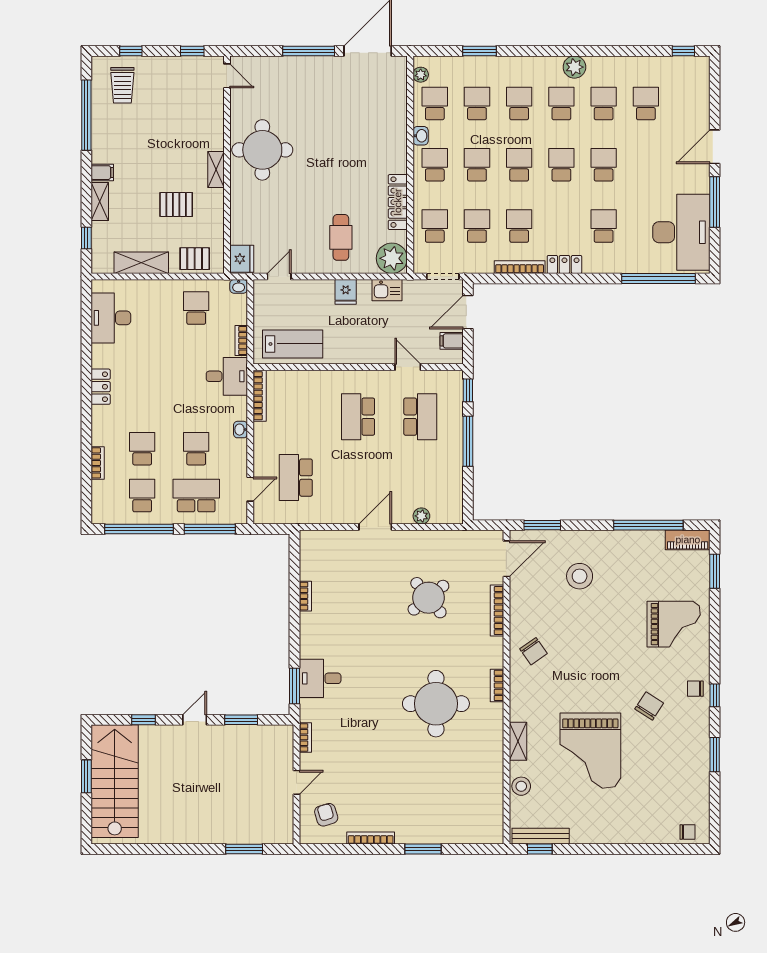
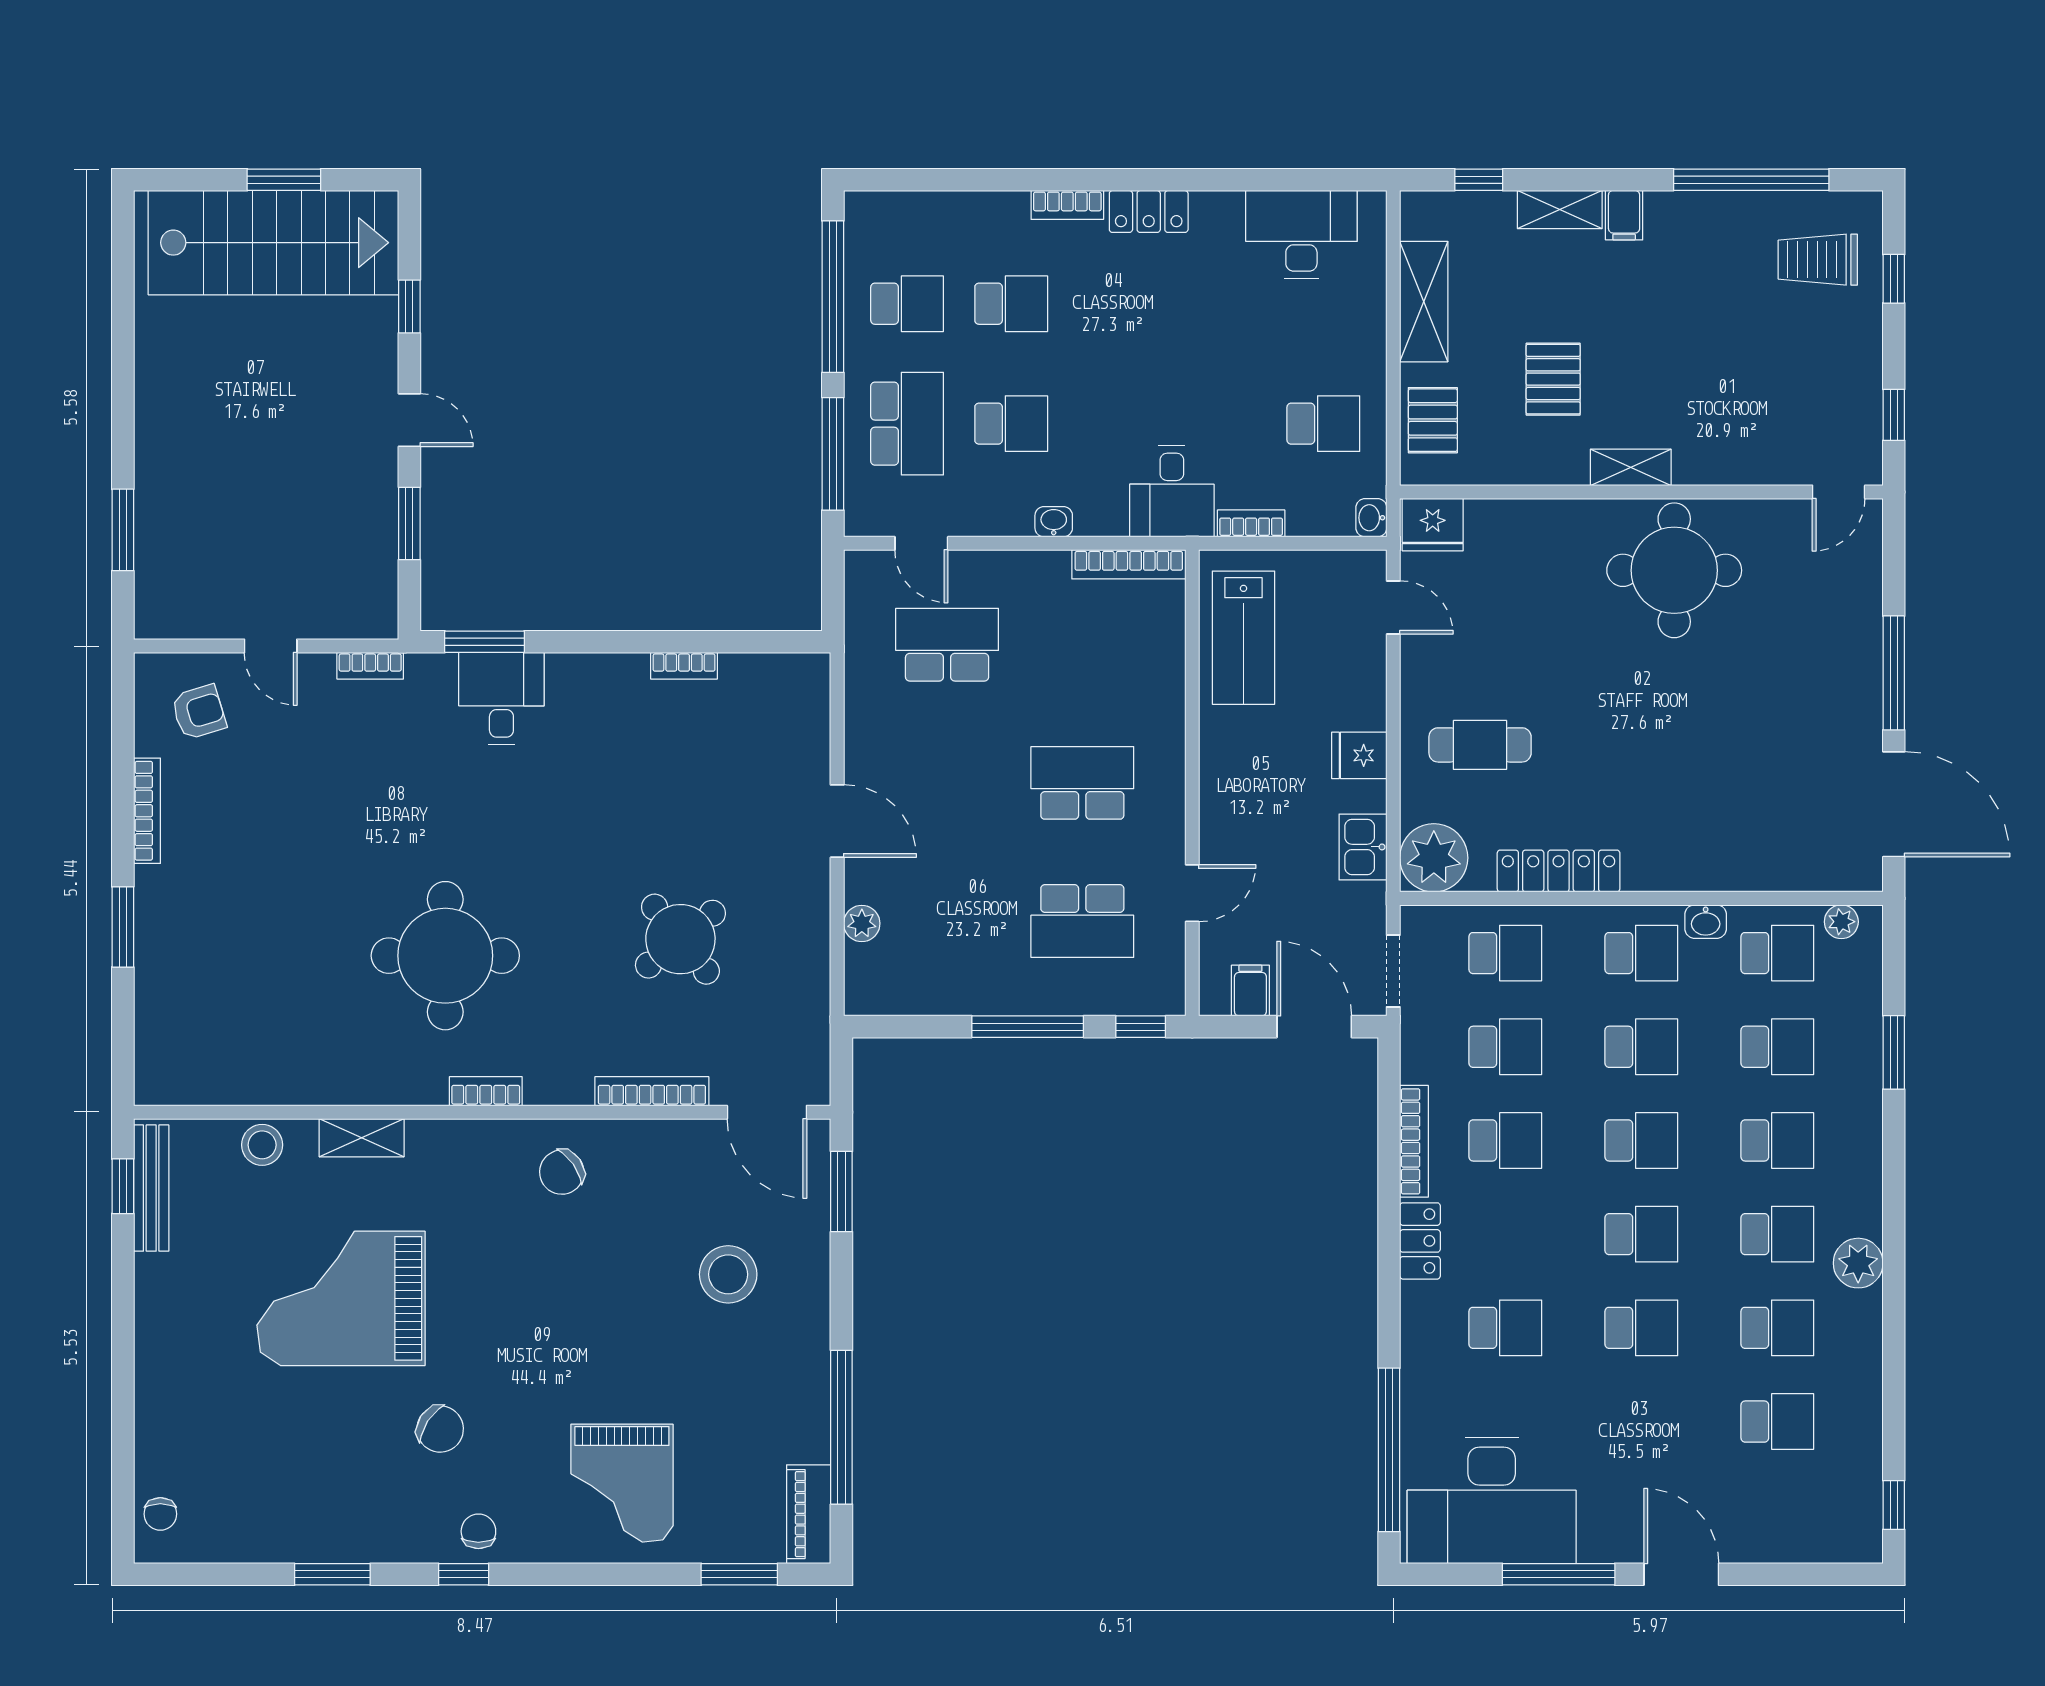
bookcase: (98, 463) -> (1067, 205), moved

